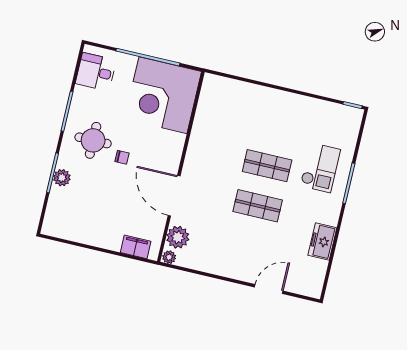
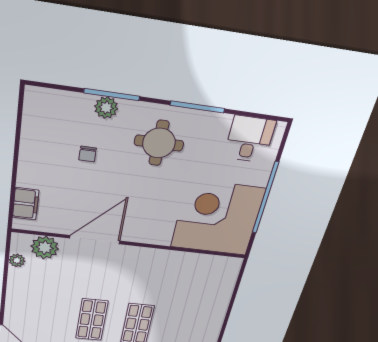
chair: (122, 157) -> (88, 154), moved
plant: (169, 257) -> (17, 260), moved

